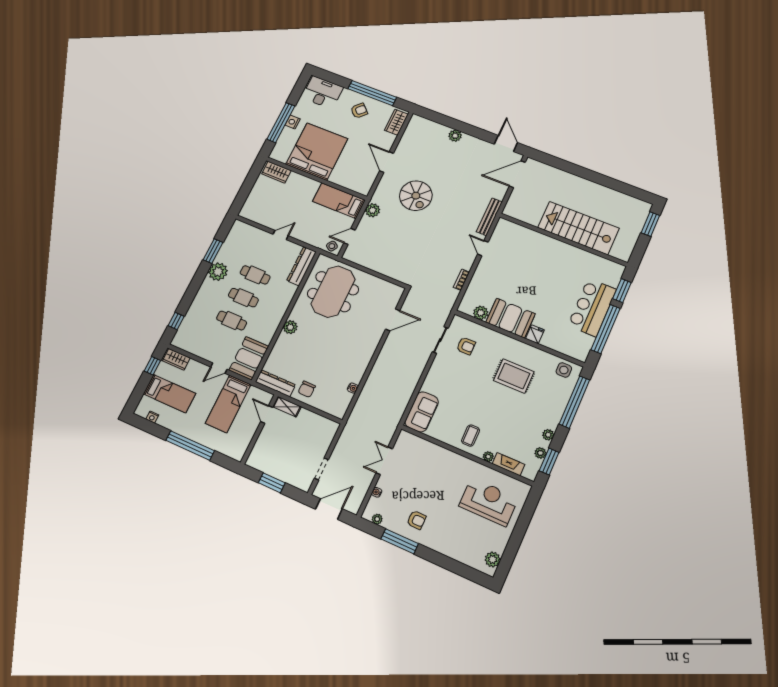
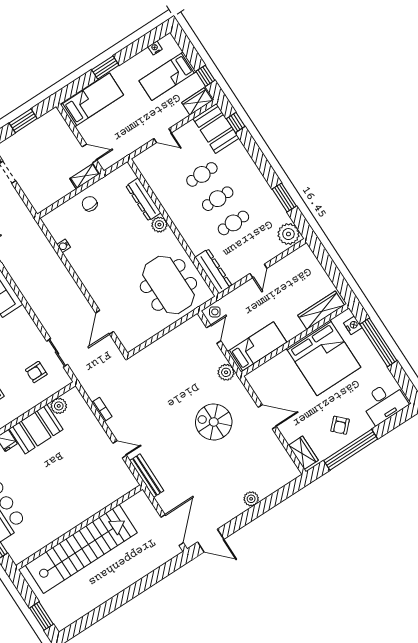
nightstand: (293, 122) -> (353, 325), moved
wardrobe: (276, 172) -> (321, 310), width x1.50
stairs: (578, 228) -> (81, 549), width x1.36
plant: (218, 272) -> (288, 234), moved
booth: (249, 358) -> (216, 128), moved
door: (219, 368) -> (163, 136), swing flipped
dresser: (275, 383) -> (143, 199), moved, turned 90
bed: (228, 404) -> (92, 100), moved, turned 90
window: (190, 446) -> (105, 67), width x0.47

